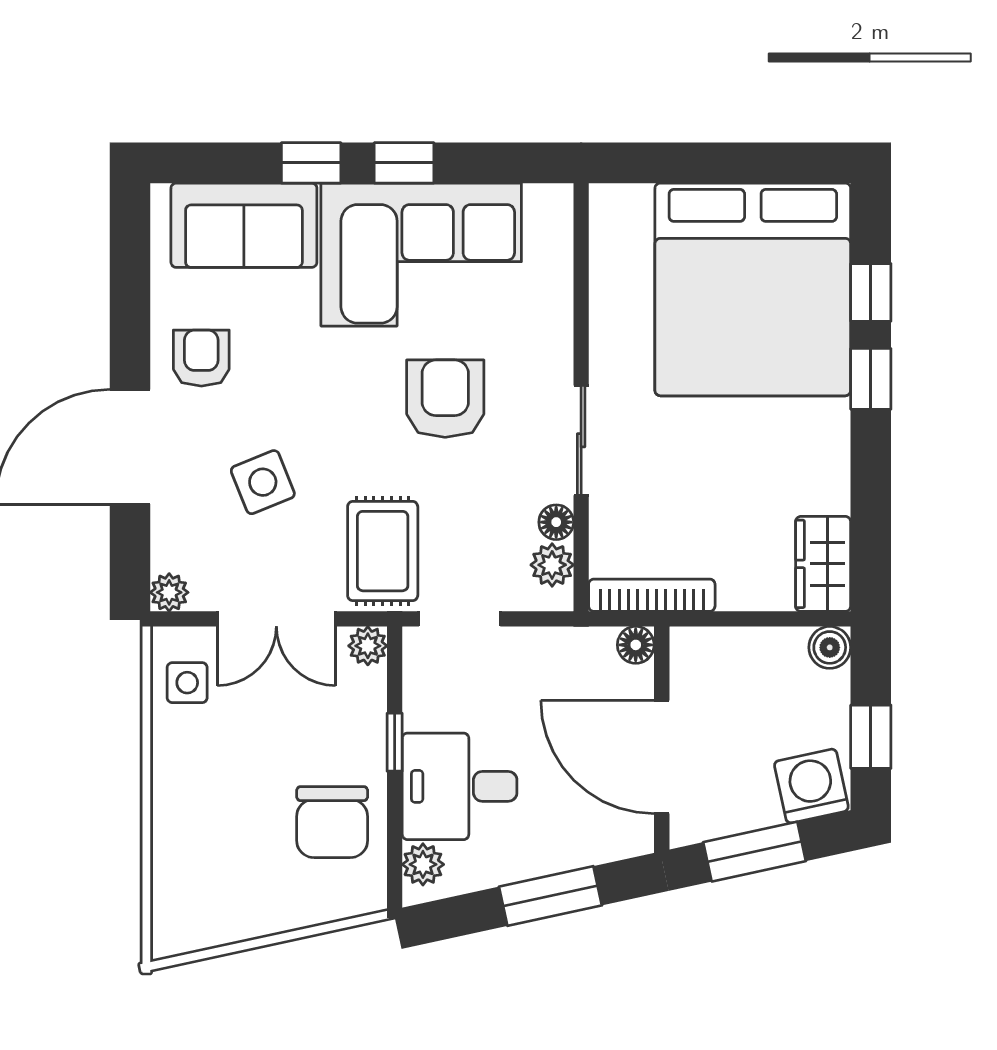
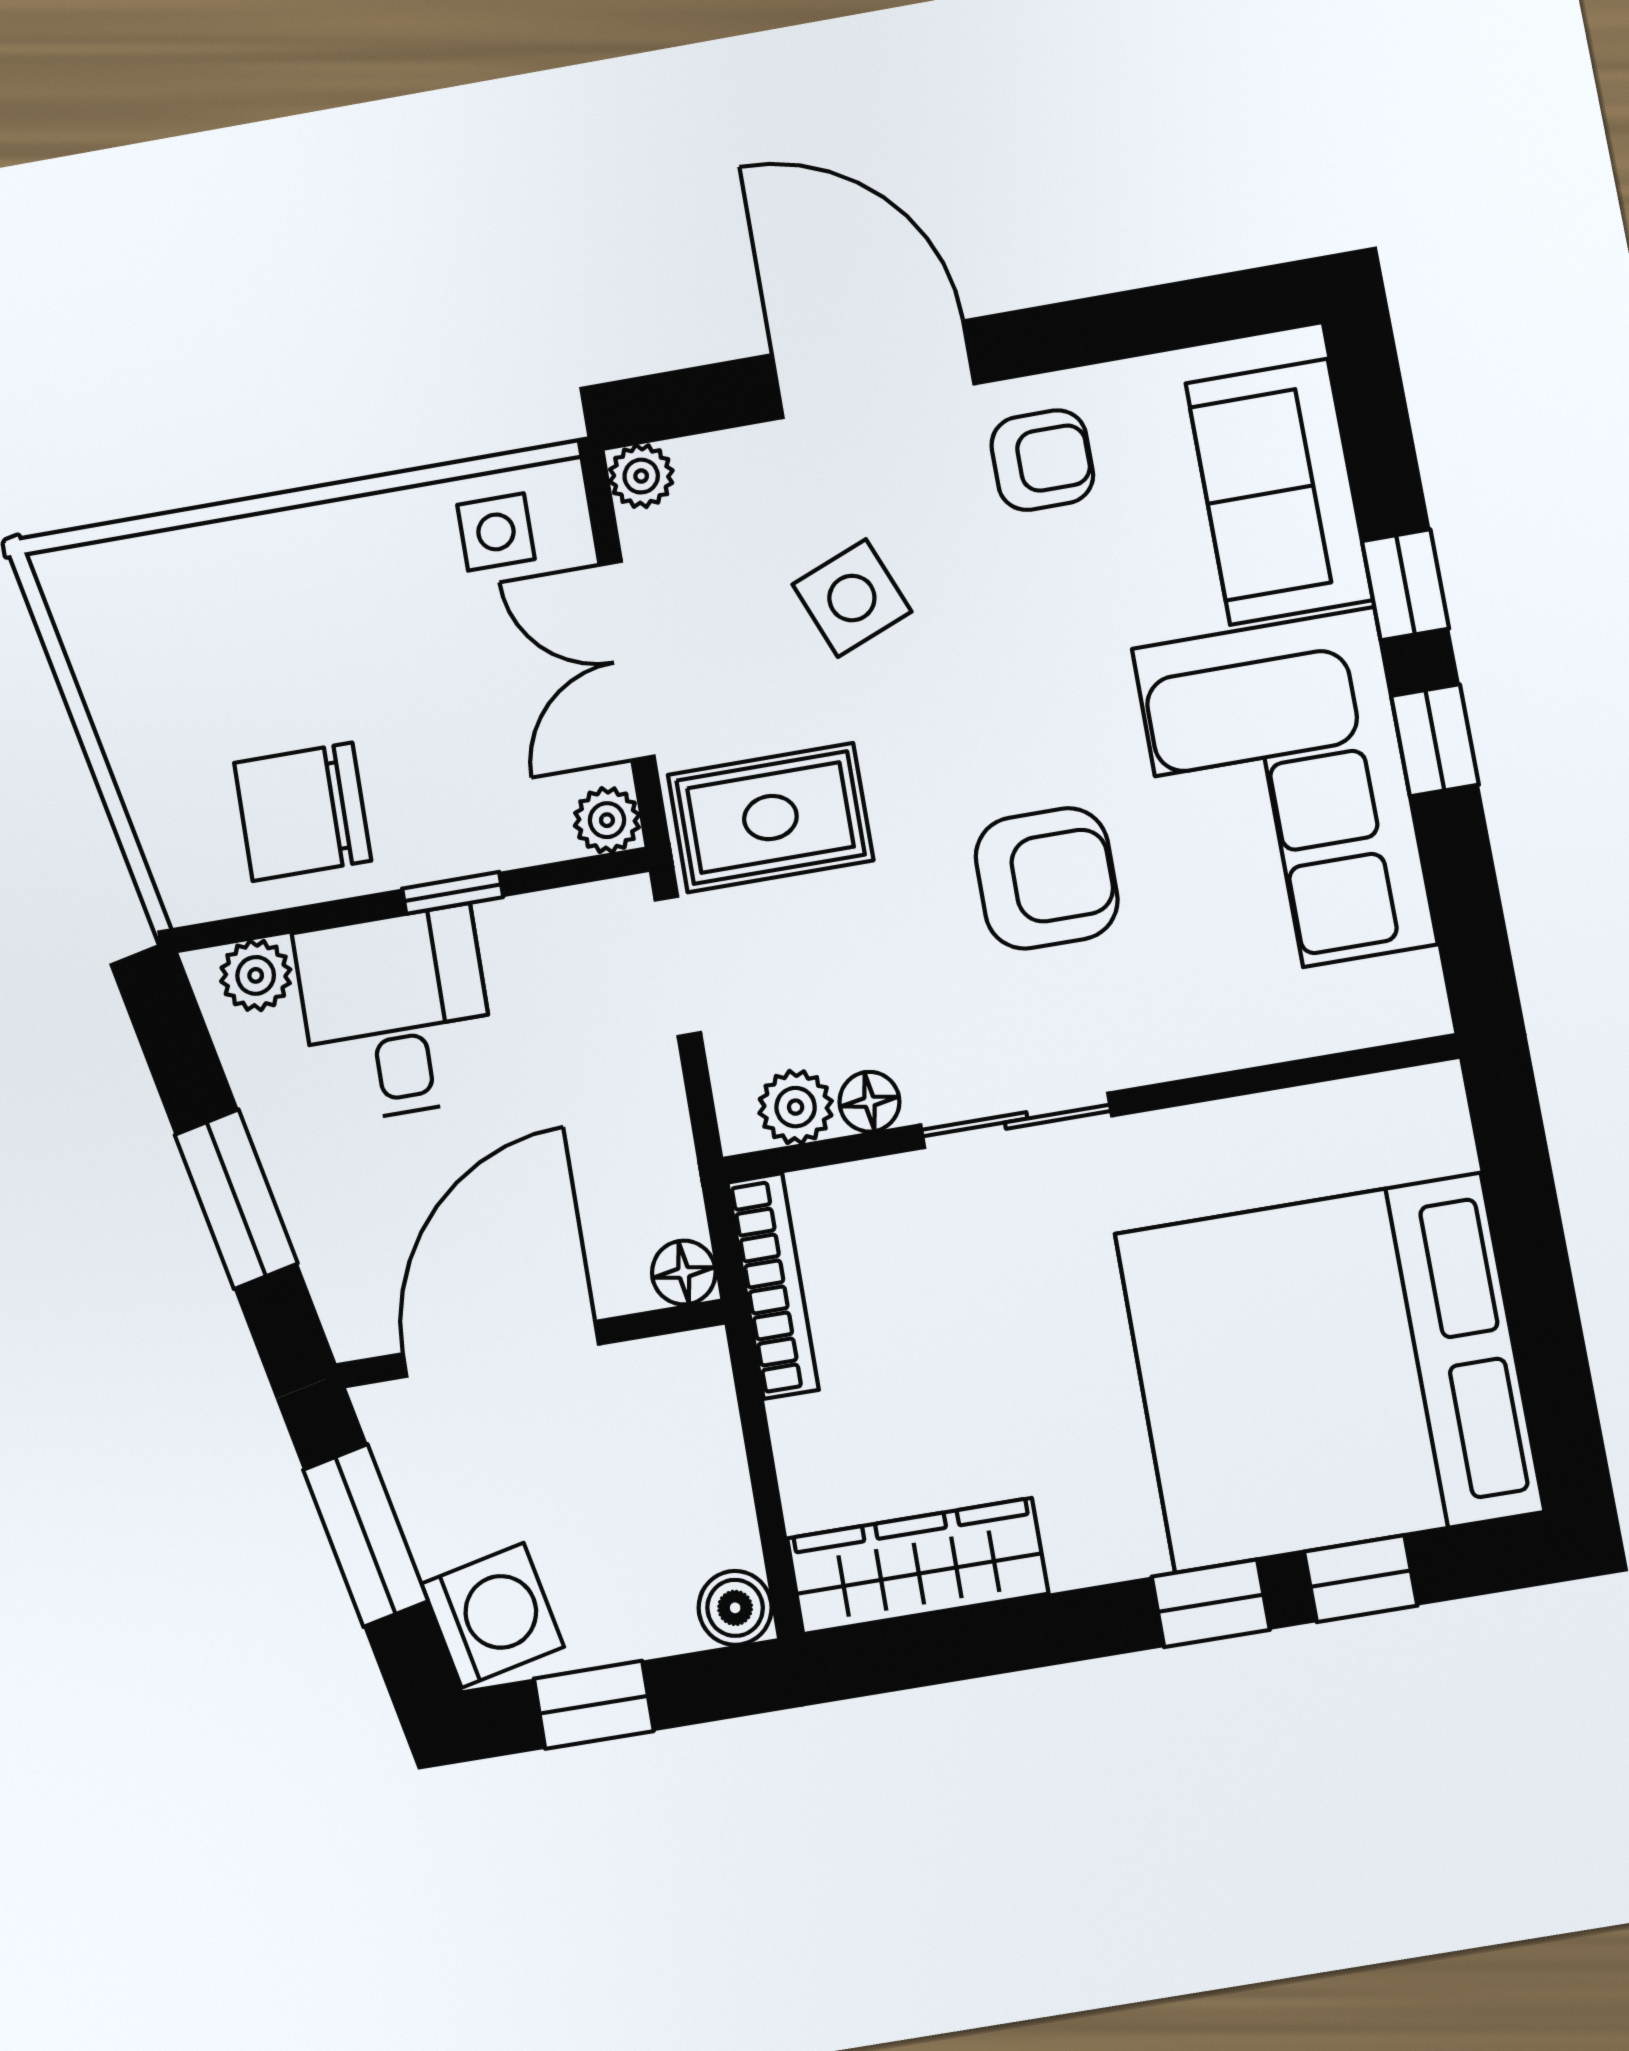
wardrobe: (823, 564) -> (917, 1566), width x1.50

